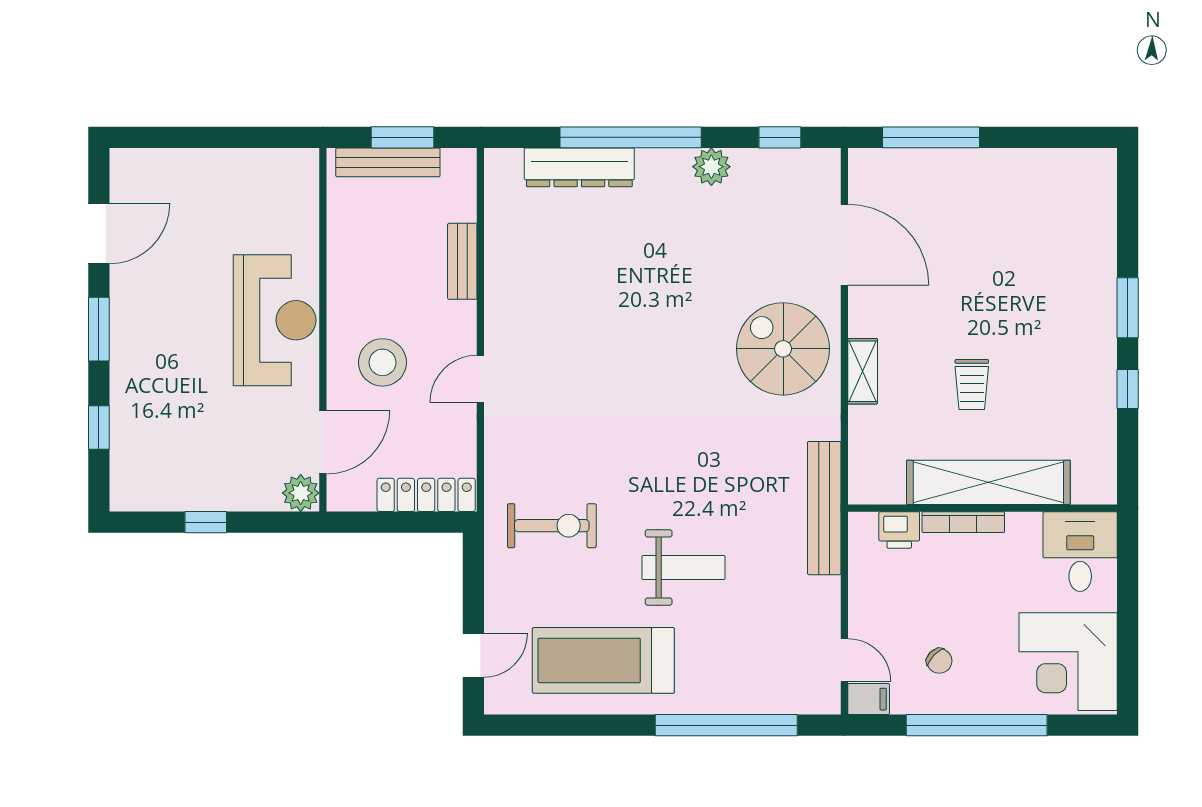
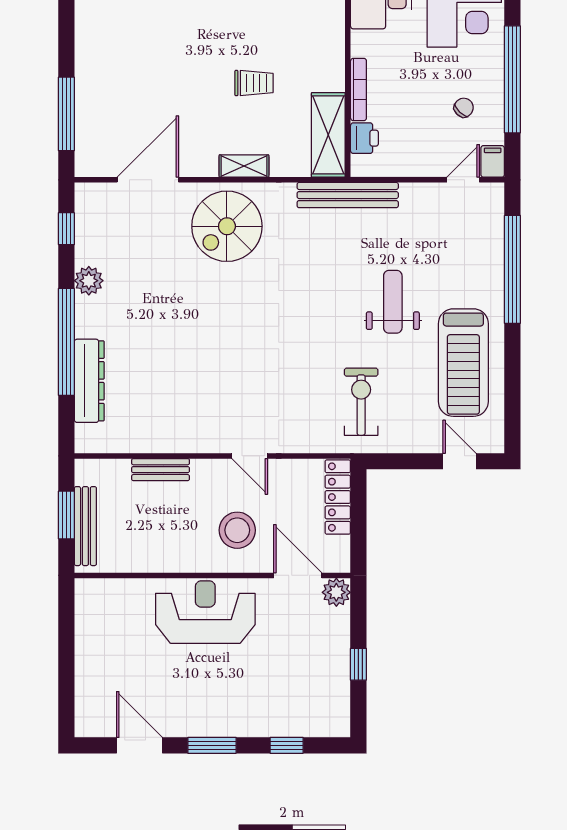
shelving: (988, 482) -> (328, 135), moved, width x0.68

